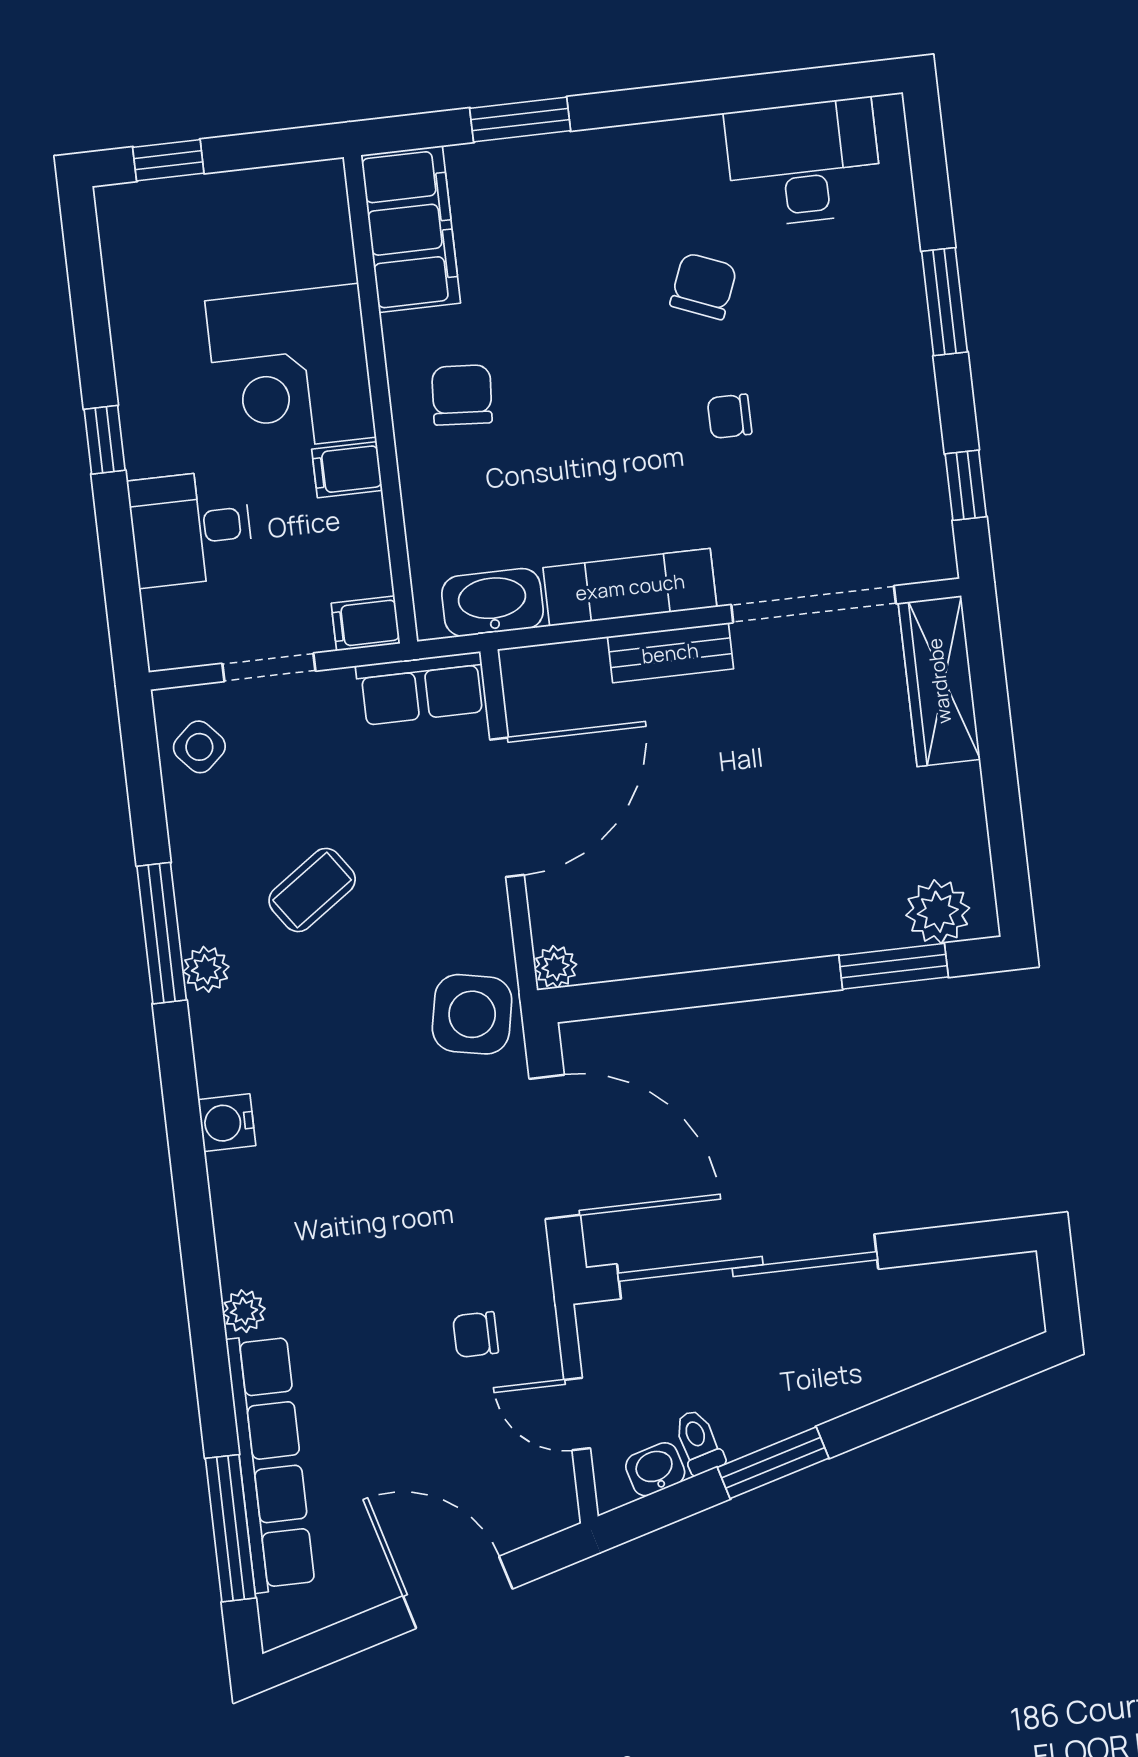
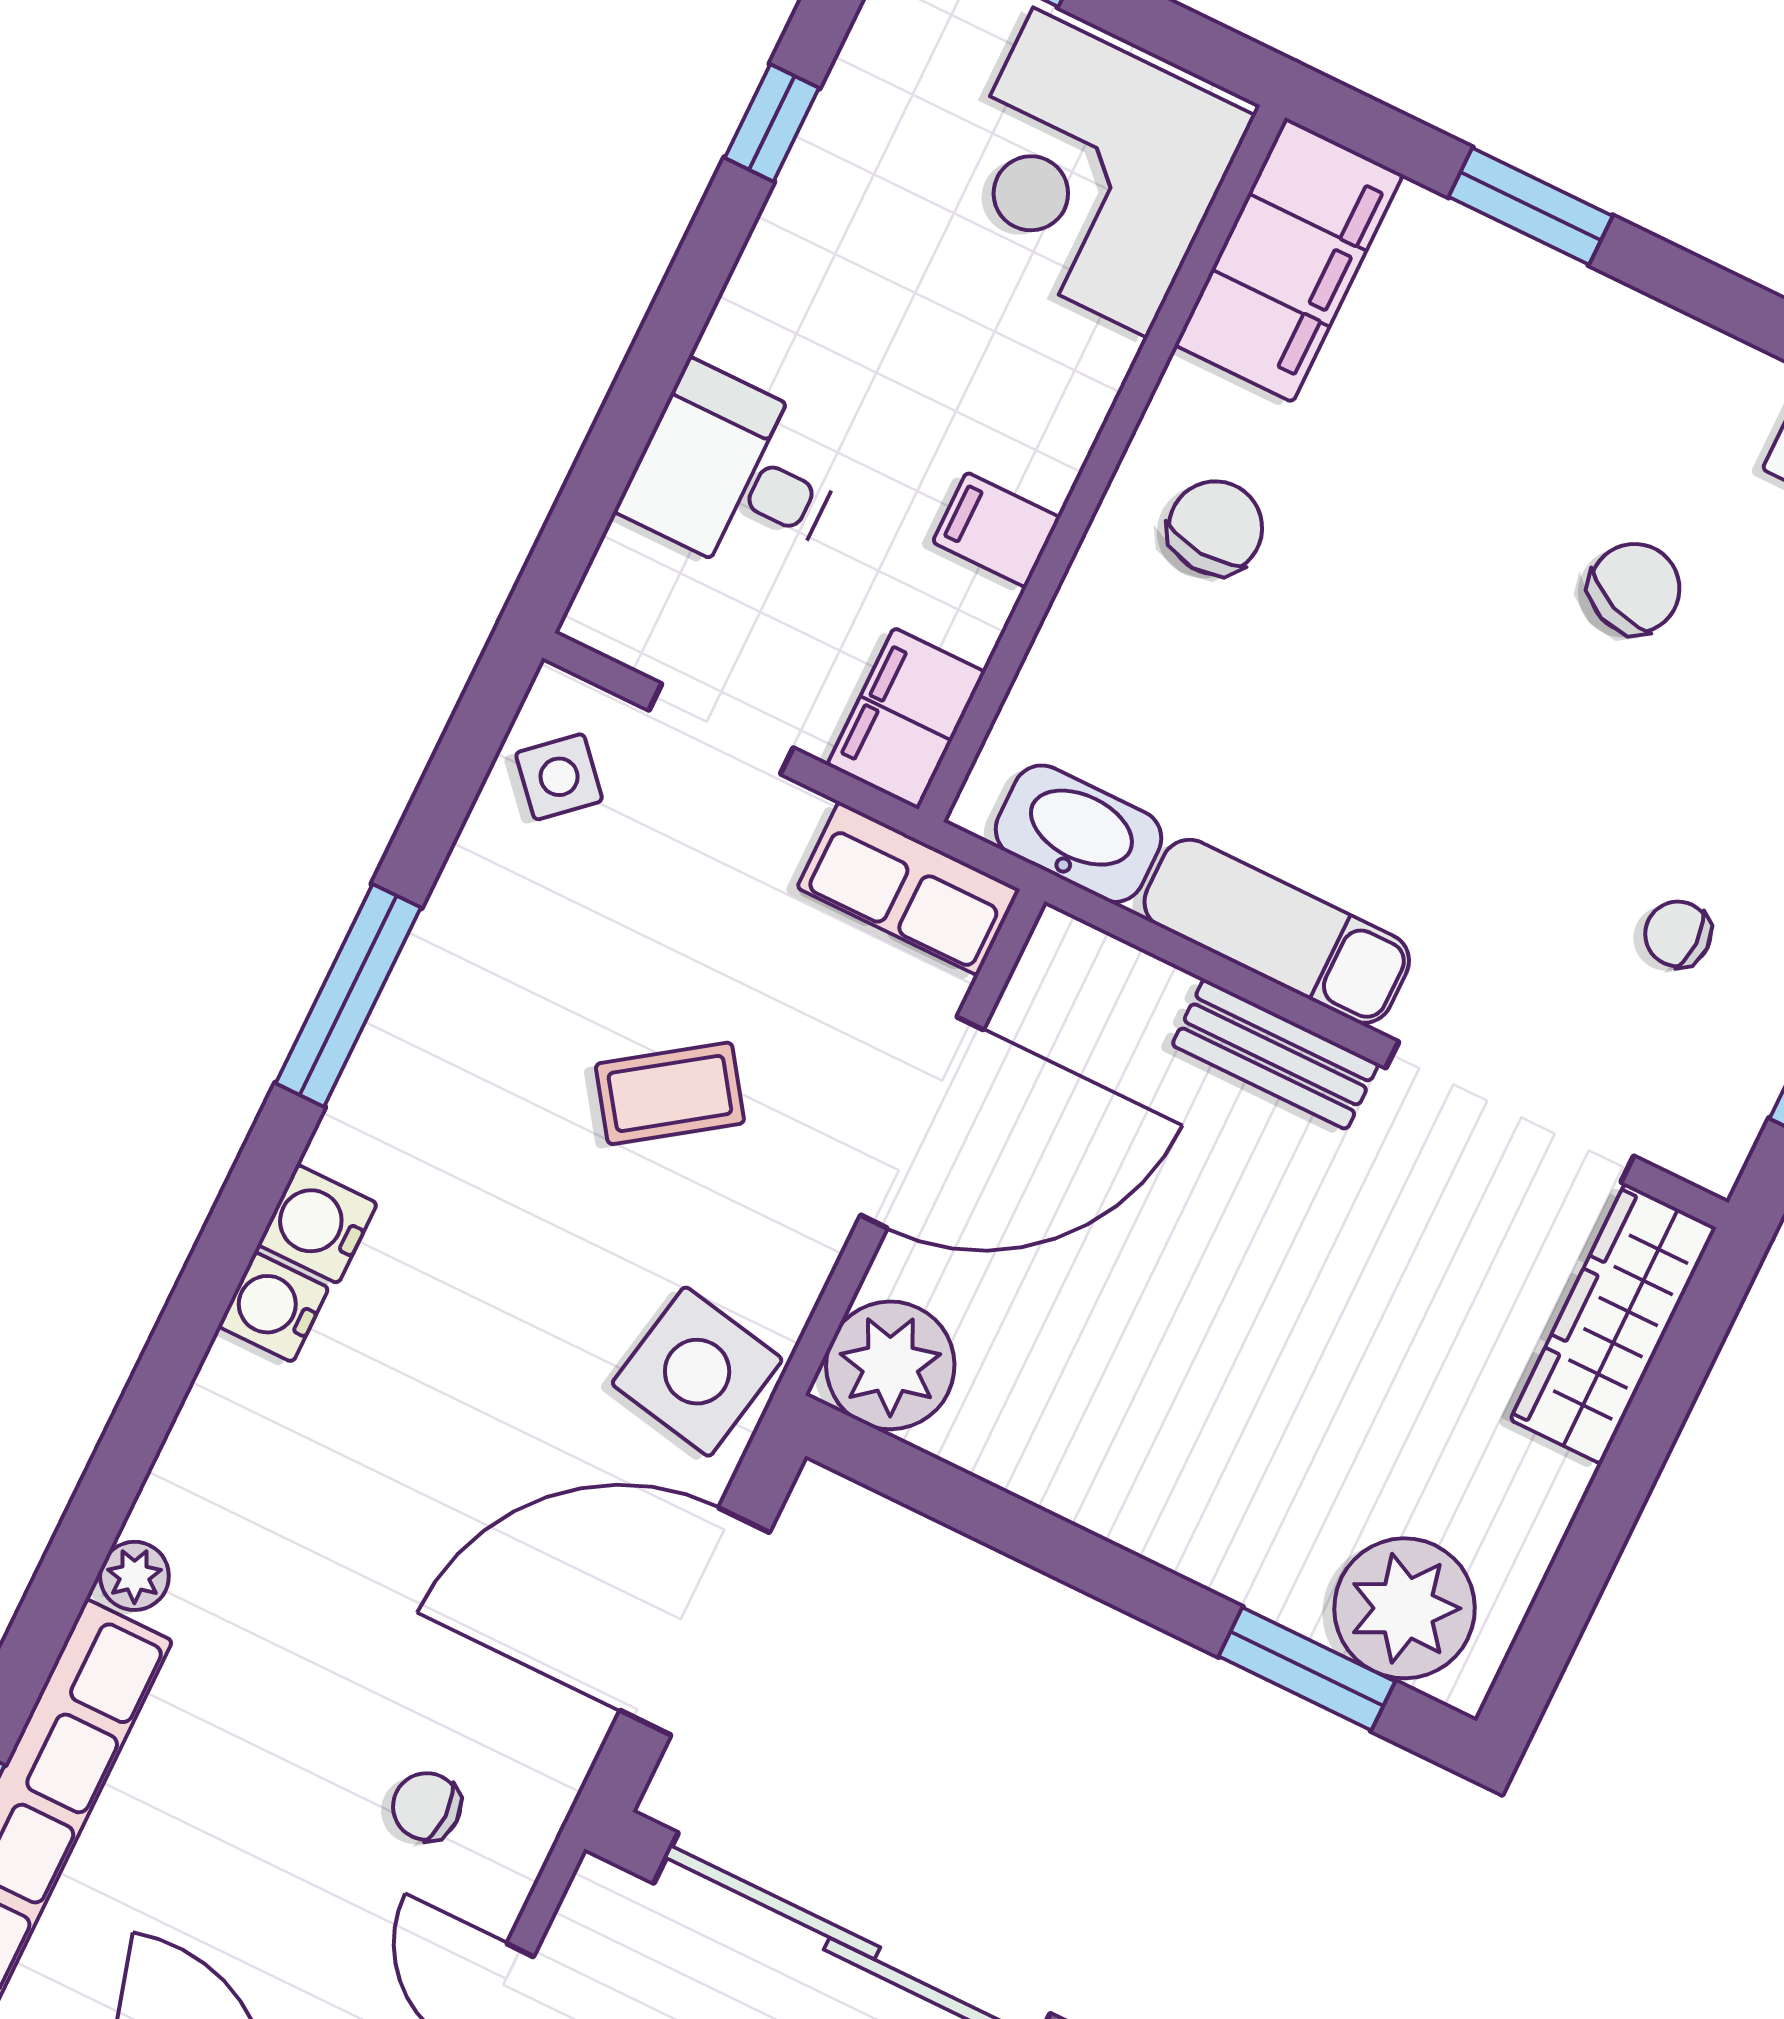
corner desk: (290, 369) -> (1090, 173), moved
chair: (730, 416) -> (1678, 934), moved
window: (105, 440) -> (772, 123), moved
filing cabinet: (366, 623) -> (906, 719), width x2.00
coffee table: (312, 890) -> (670, 1093), moved
plant: (938, 912) -> (1405, 1608), width x1.36, depth x1.36
plant: (555, 967) -> (890, 1365), width x1.87, depth x1.87
plant: (206, 969) -> (377, 1082), removed
water cooler: (222, 1064) -> (317, 1224), added
door: (555, 1147) -> (695, 1621), swing flipped

